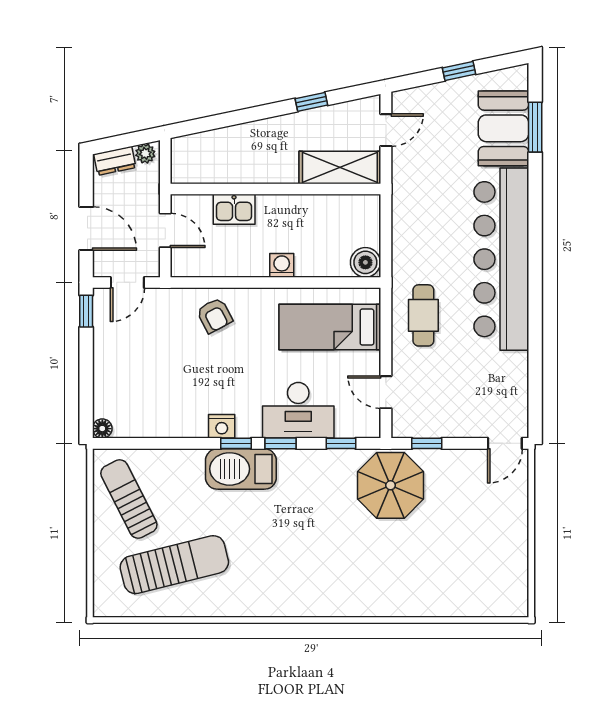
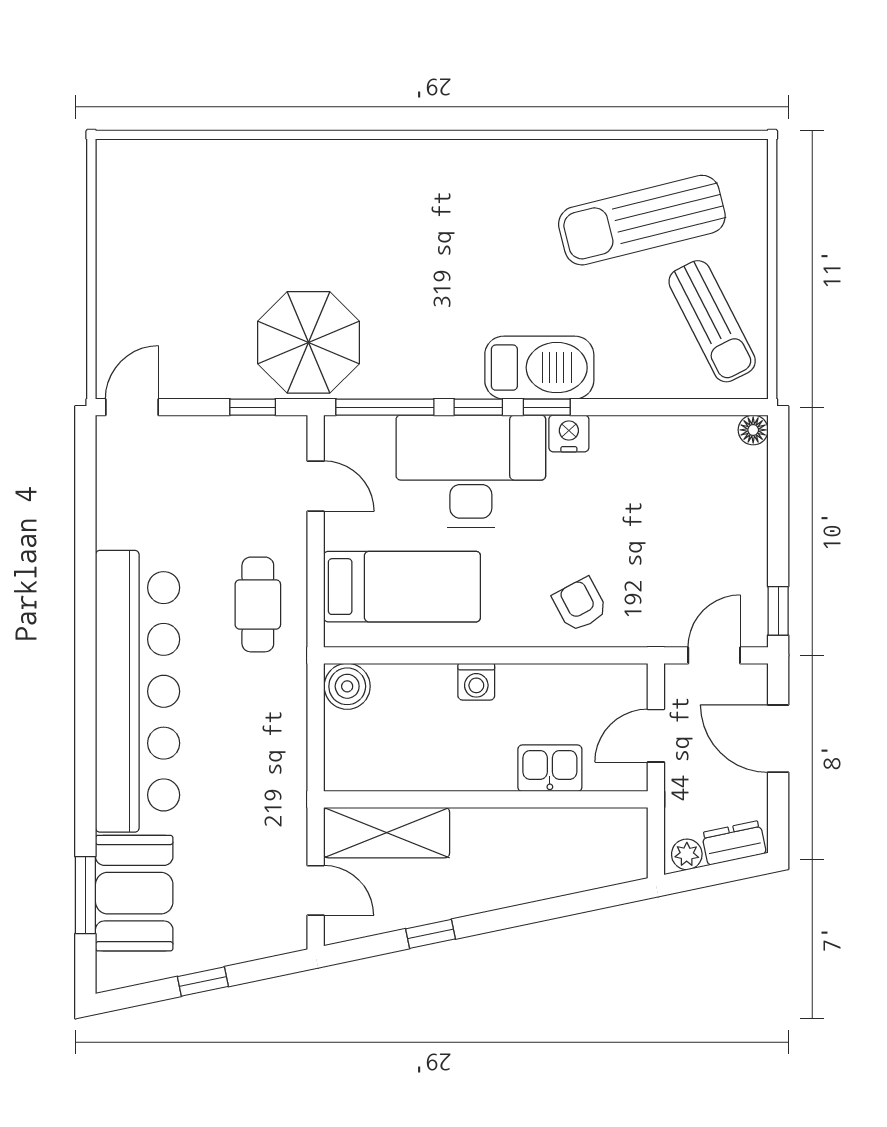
door: (386, 130) -> (316, 890), swing flipped
door: (165, 230) -> (656, 736), hinge flipped
desk: (298, 410) -> (471, 471), width x1.36, depth x1.30
window: (341, 443) -> (385, 407), width x2.17

